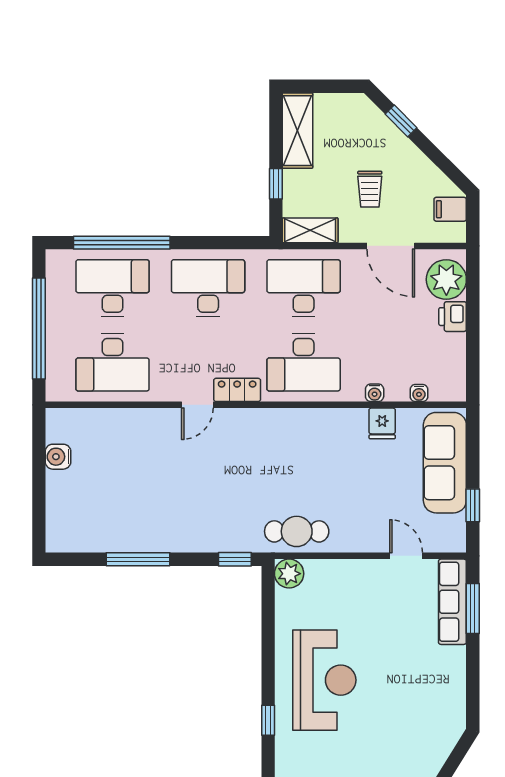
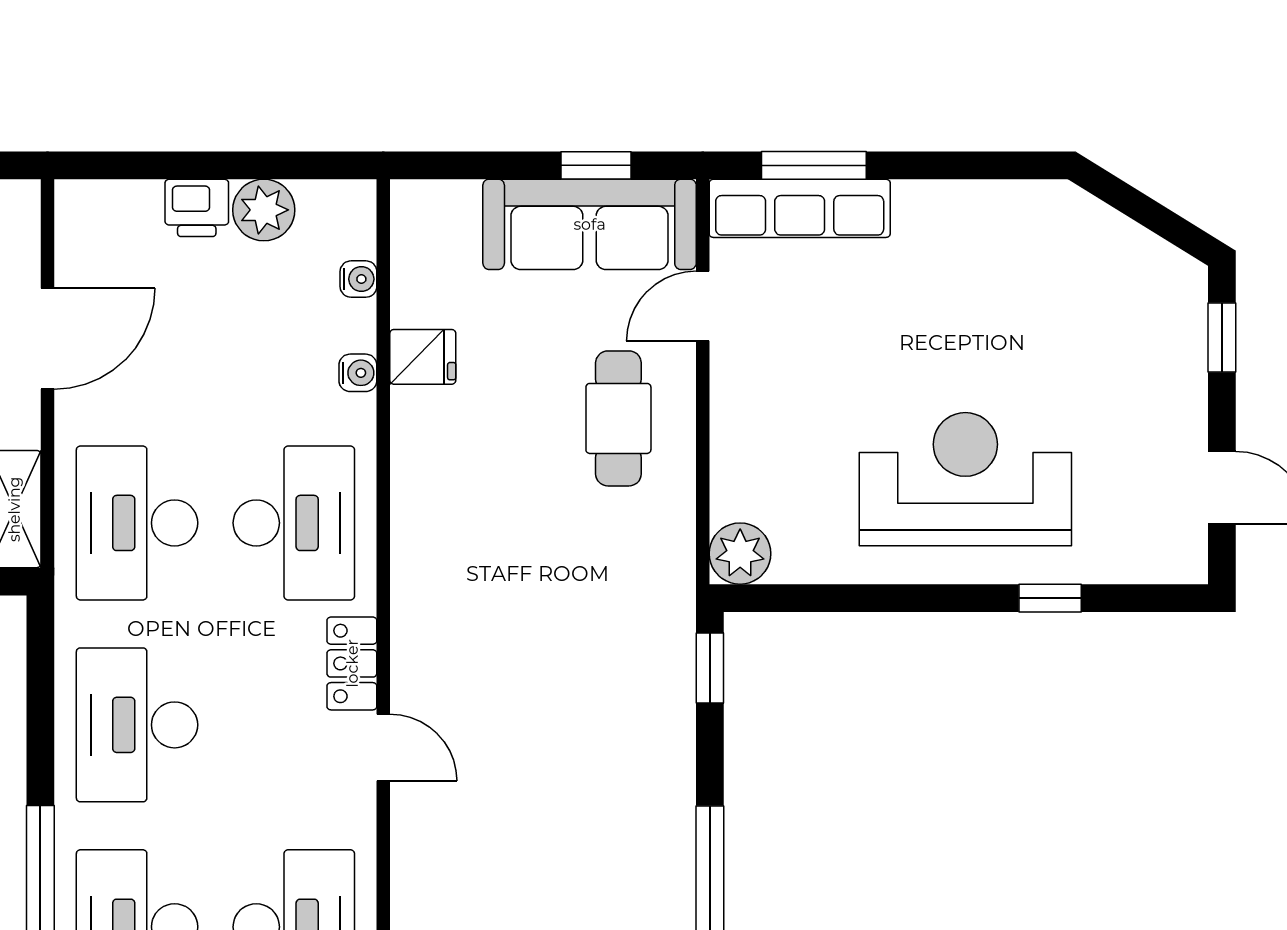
plant: (446, 279) -> (264, 210), moved, width x0.73, depth x0.73
sofa: (445, 463) -> (590, 224), moved
cafe table: (297, 531) -> (618, 418), moved

